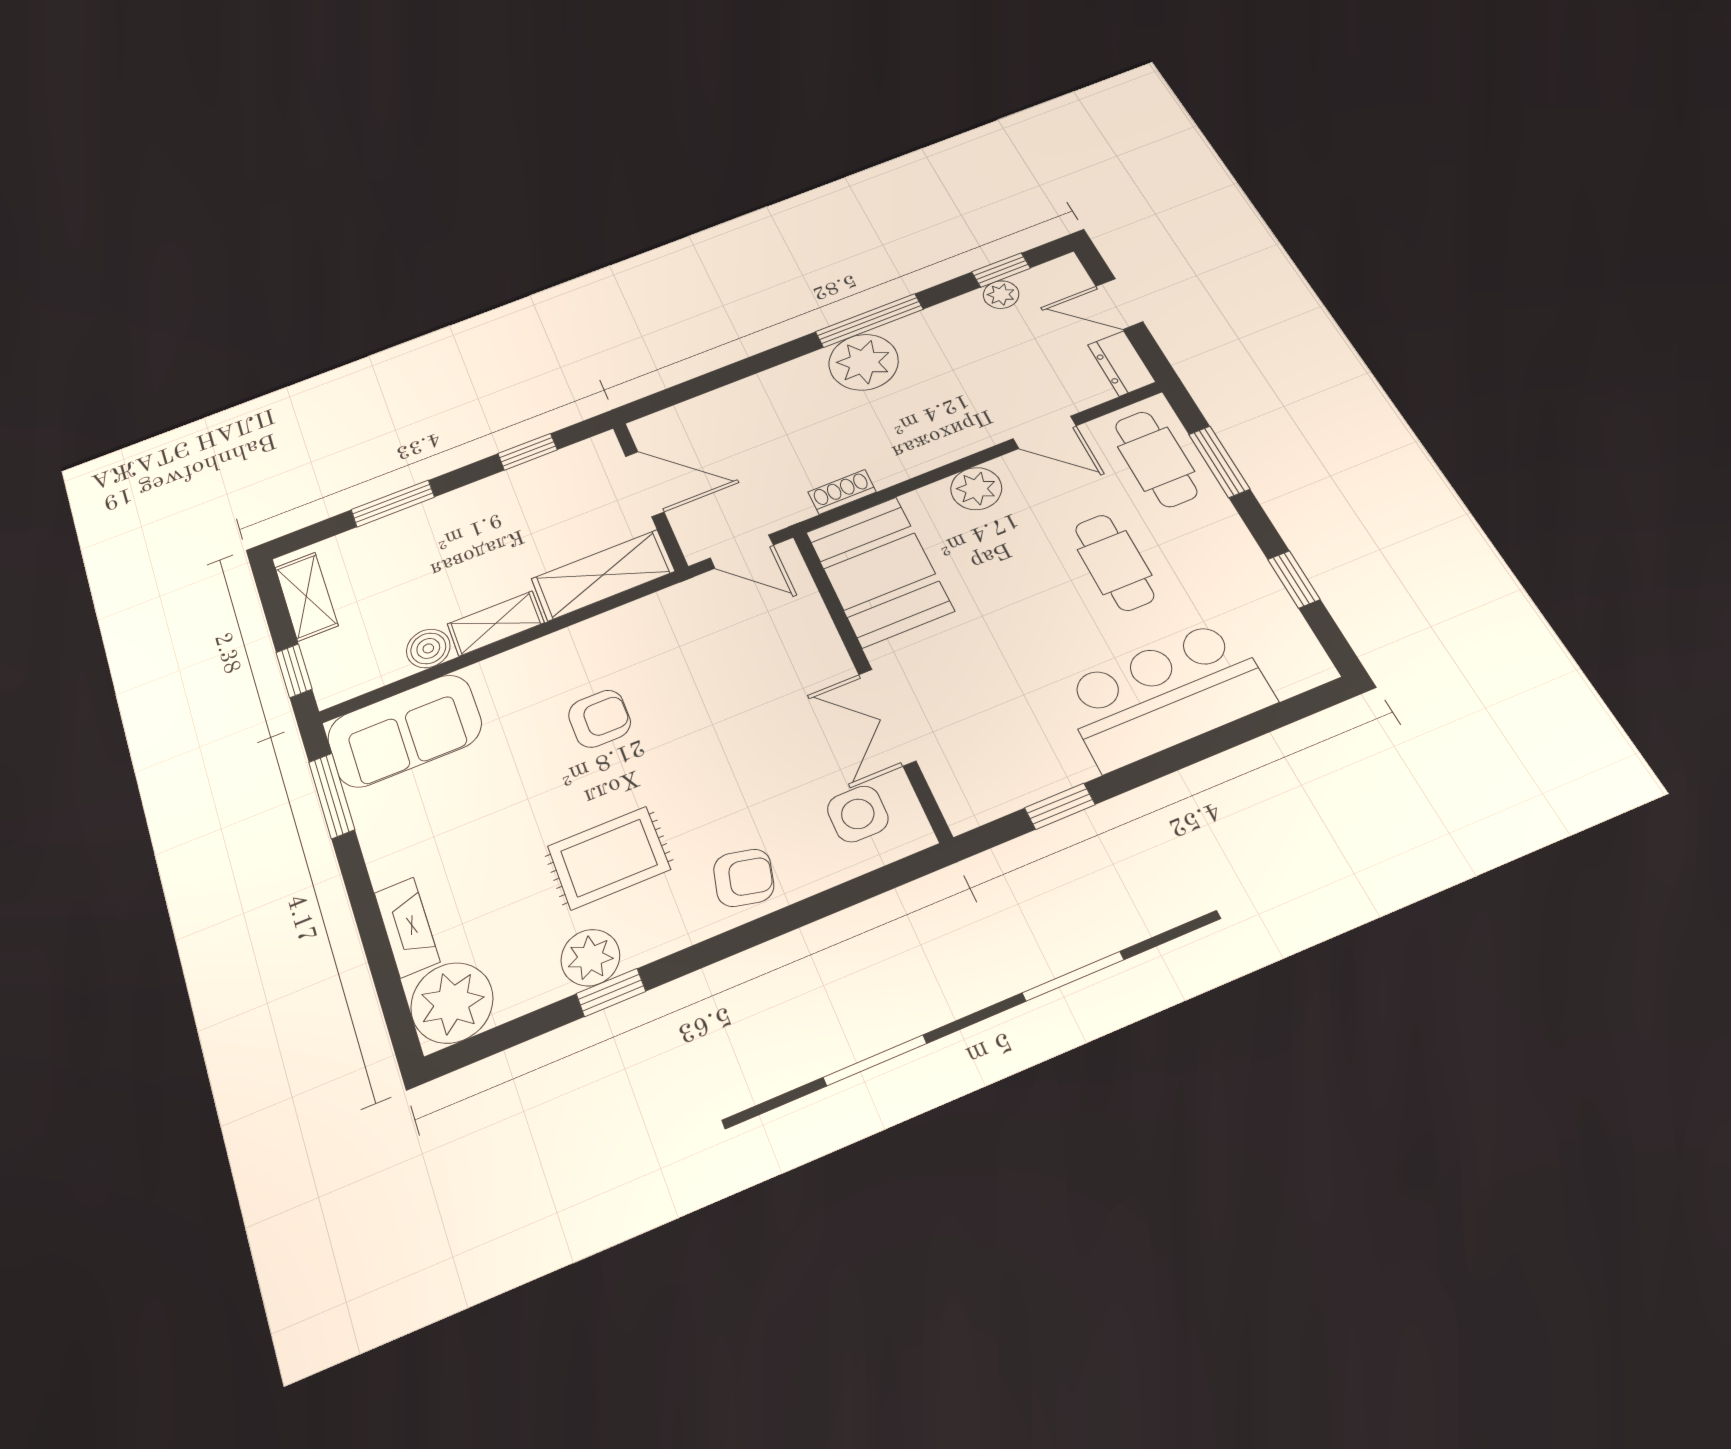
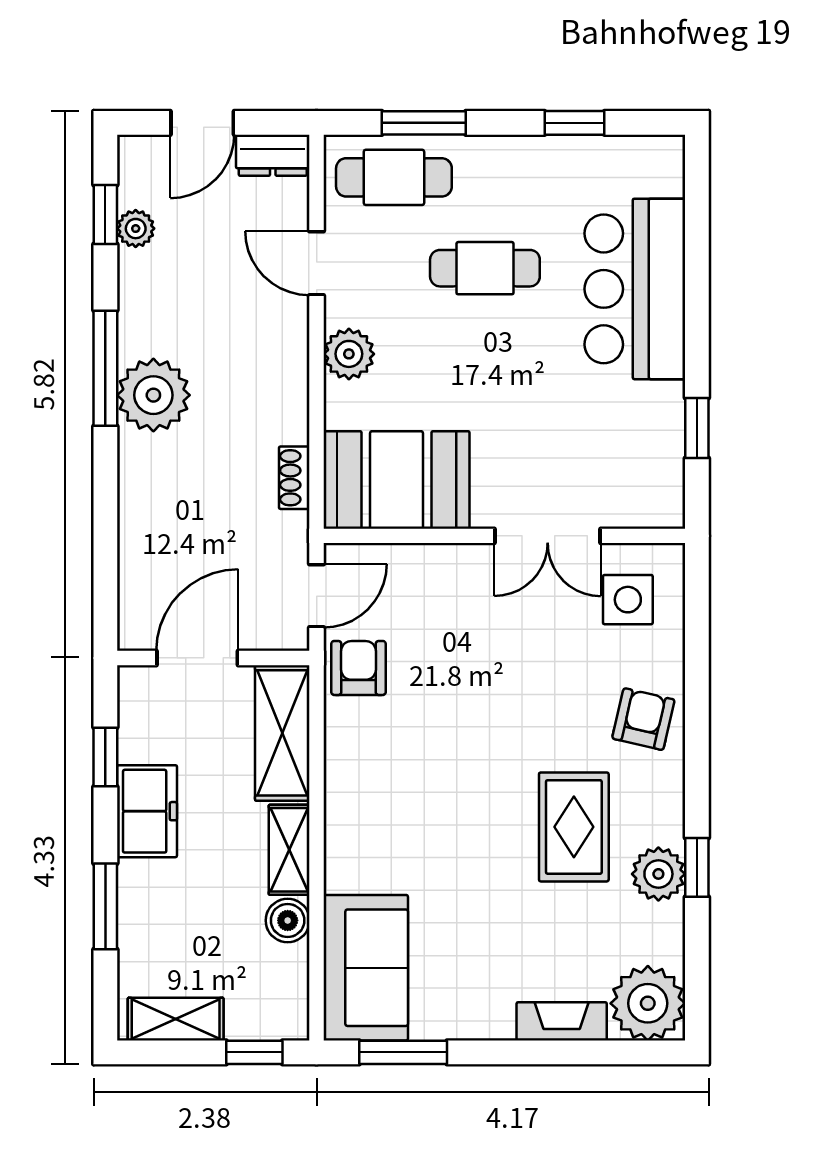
door: (1045, 432) -> (317, 263), swing flipped
freezer: (490, 501) -> (147, 811), added
armchair: (600, 719) -> (359, 668), moved

